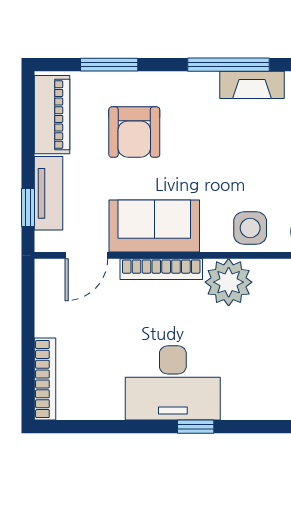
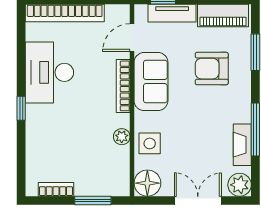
door: (86, 255) -> (132, 38), hinge flipped
plant: (229, 282) -> (122, 137), width x0.53, depth x0.53
bookcase: (45, 379) -> (65, 13), width x1.48, depth x1.31
desk: (173, 383) -> (49, 72), moved

